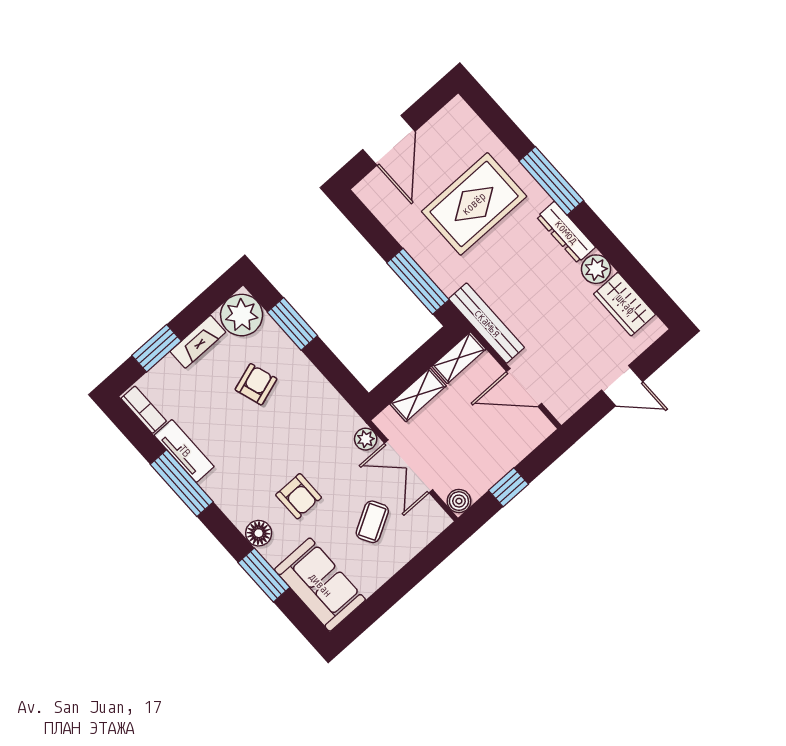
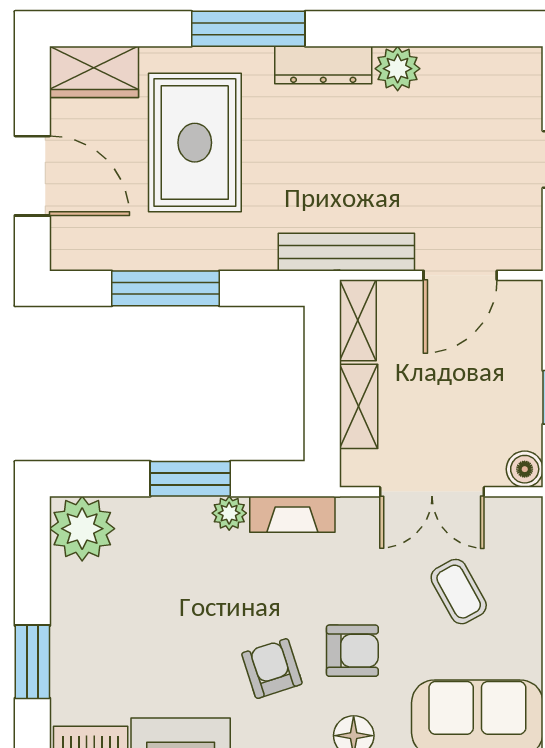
window: (418, 281) -> (165, 288), moved
wardrobe: (625, 304) -> (94, 72), moved
window: (292, 324) -> (190, 479), moved
fireplace: (198, 342) -> (292, 514), moved, turned 90
armchair: (256, 384) -> (272, 669), moved
plant: (366, 439) -> (229, 513), moved

